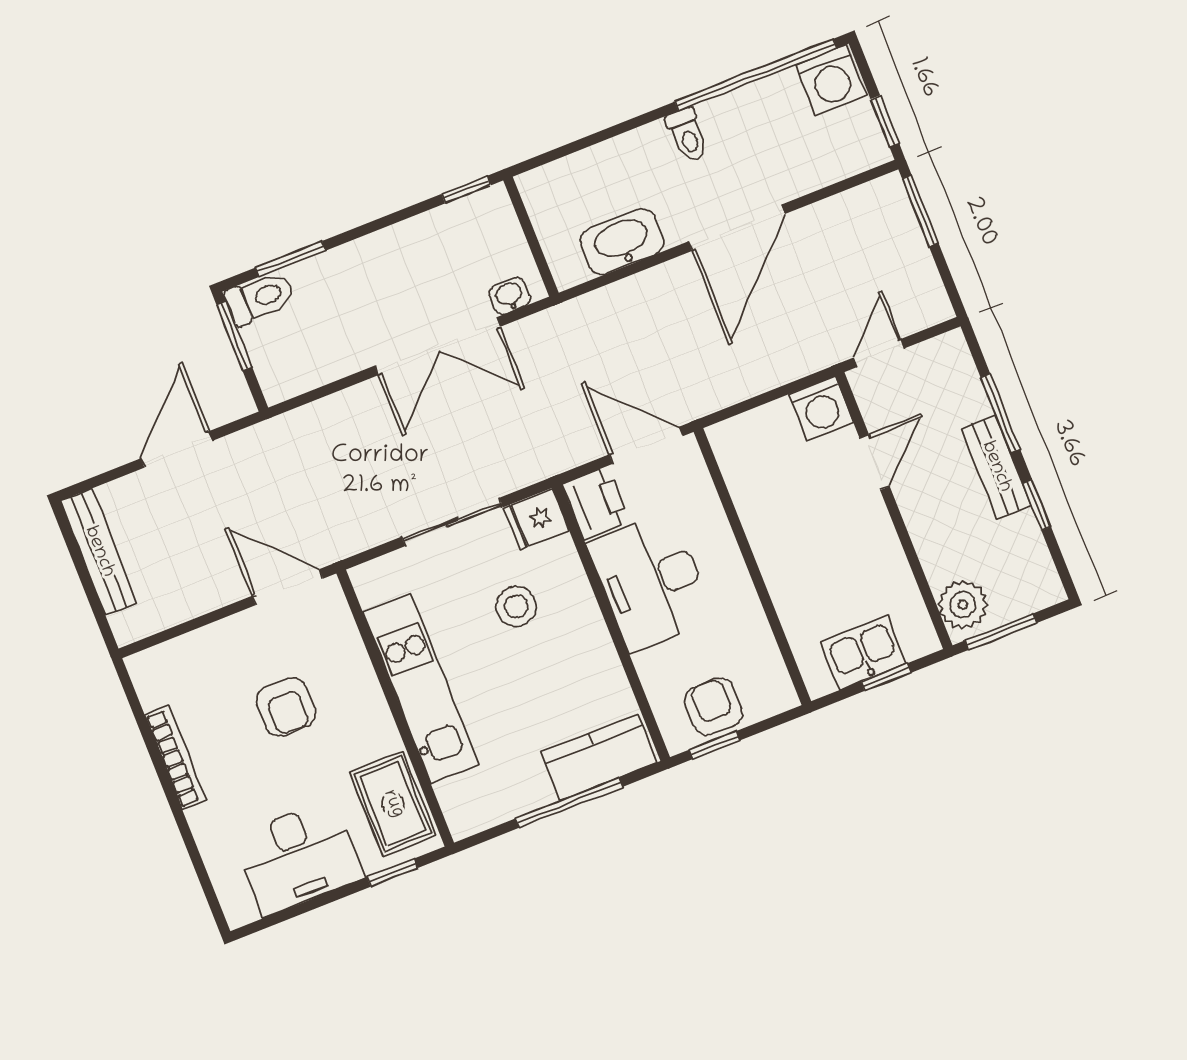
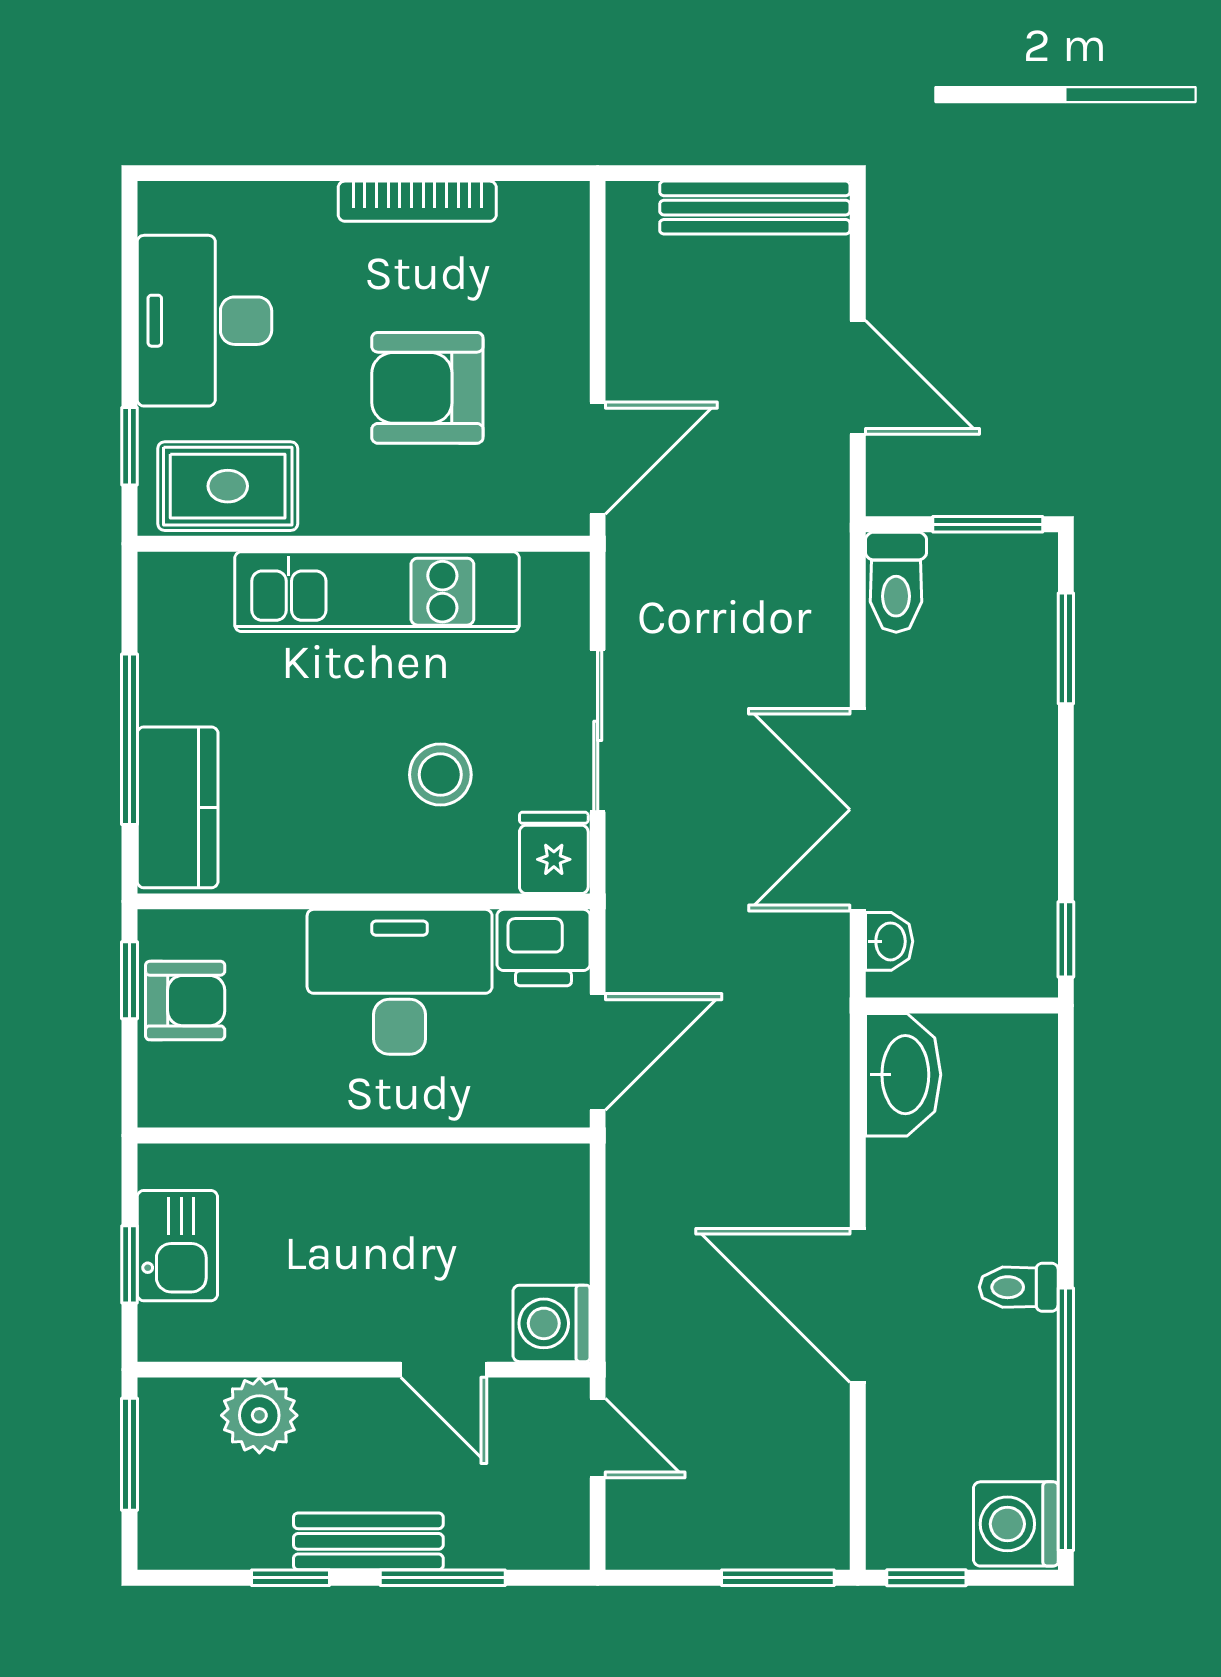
washbasin: (622, 242) -> (903, 1075), moved
toilet: (260, 298) -> (896, 582), moved
plant: (963, 605) -> (259, 1415), moved
armchair: (286, 707) -> (427, 388), width x1.38, depth x1.38

